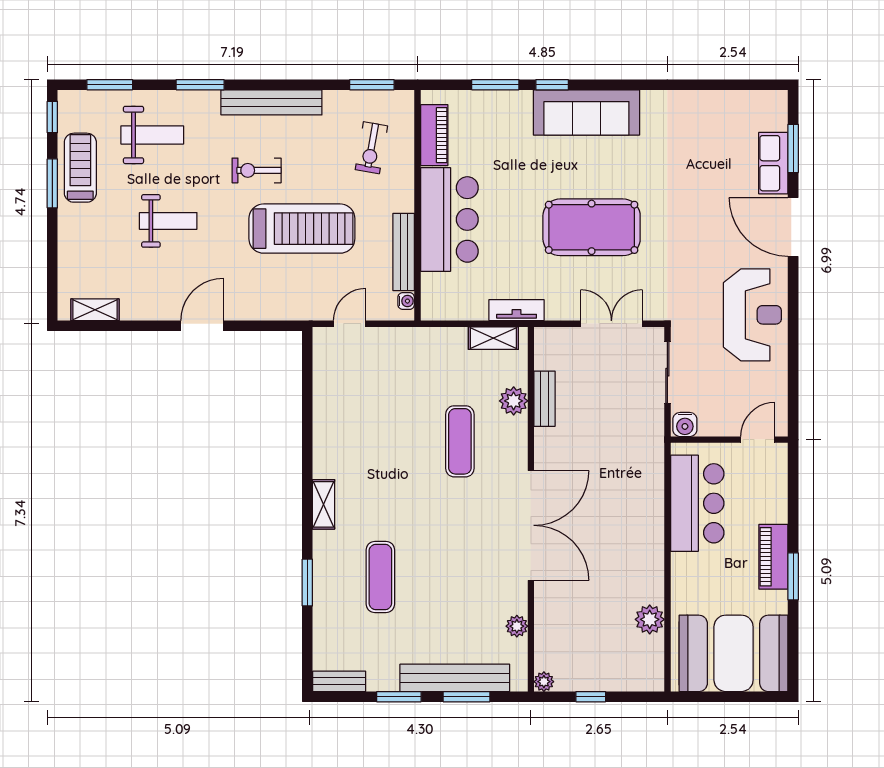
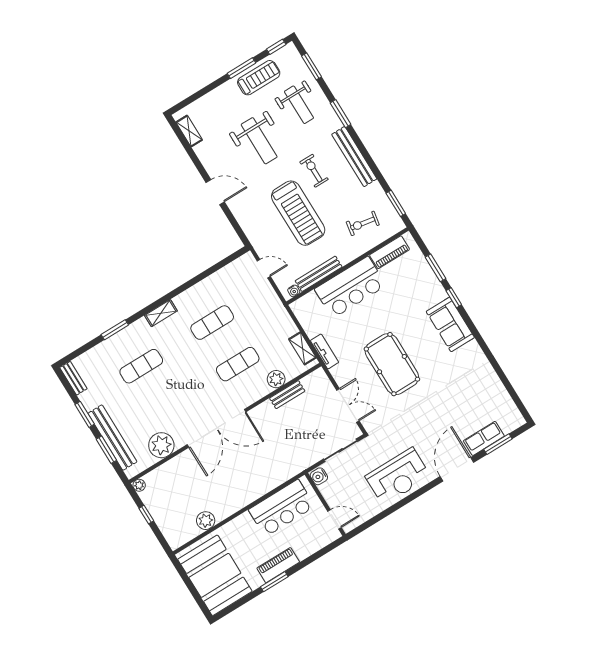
sofa: (586, 112) -> (450, 324), width x0.73
weight bench: (168, 221) -> (259, 141), width x1.36, depth x1.33
exercise mat: (380, 441) -> (212, 323), added
plant: (517, 626) -> (161, 445), width x1.87, depth x1.87

